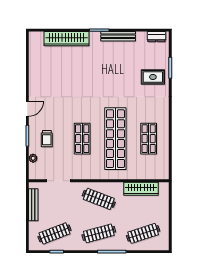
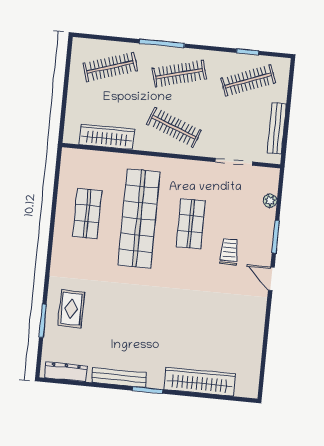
dresser: (156, 37) -> (66, 372), width x1.44
rug: (153, 77) -> (71, 309), turned 90
door: (27, 109) -> (271, 279), hinge flipped
trolley: (47, 139) -> (229, 252), moved

